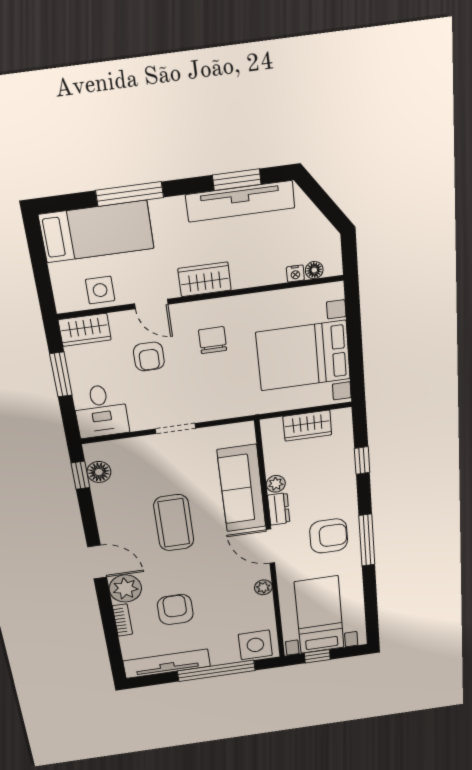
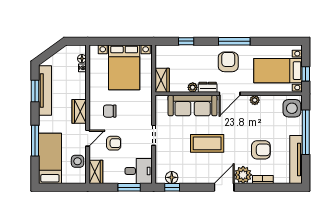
window: (61, 375) -> (129, 187), moved
wardrobe: (307, 426) -> (162, 80), moved
armchair: (175, 610) -> (261, 150), turned 180

